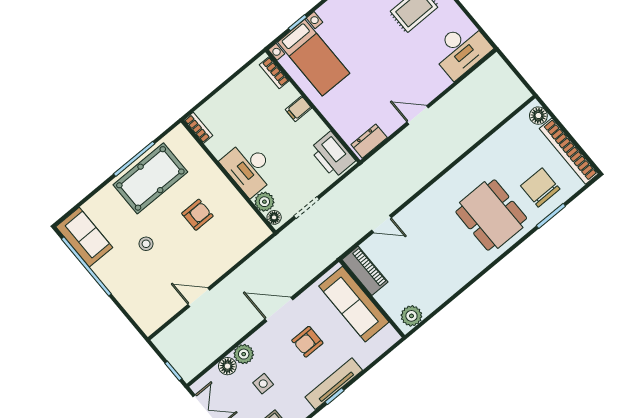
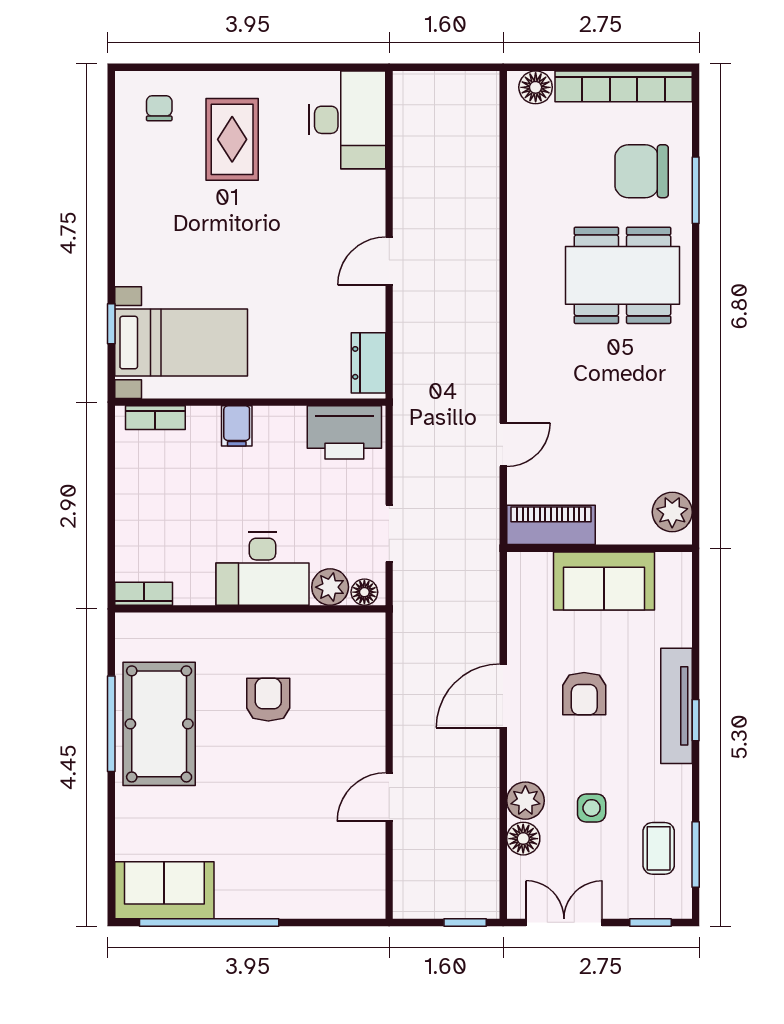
stool: (146, 244) -> (248, 809), removed
sofa: (354, 304) -> (604, 581), width x0.73

